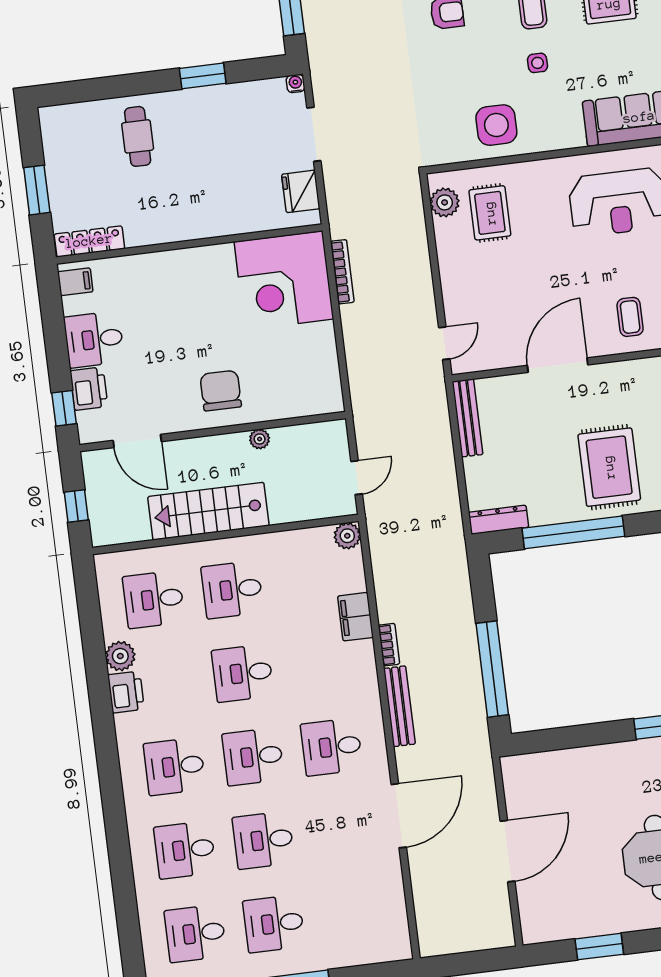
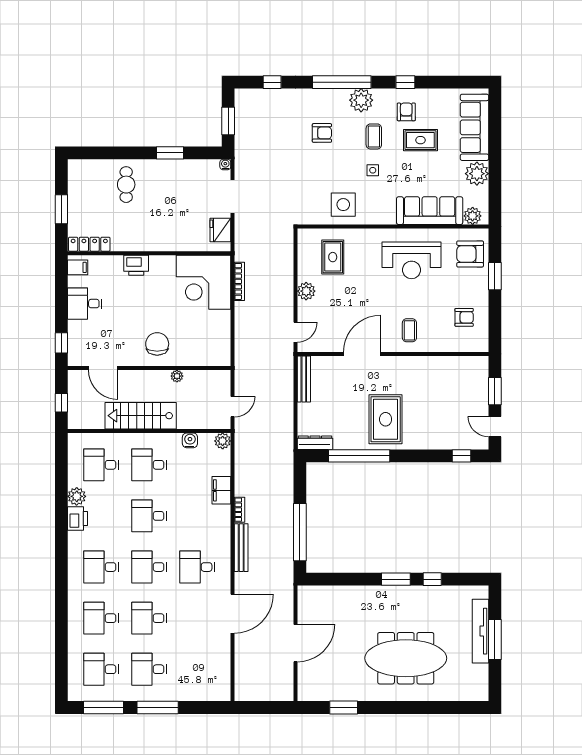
plant: (445, 202) -> (306, 291), moved
printer: (89, 389) -> (136, 265), moved, turned 90
water cooler: (294, 541) -> (190, 440), added

